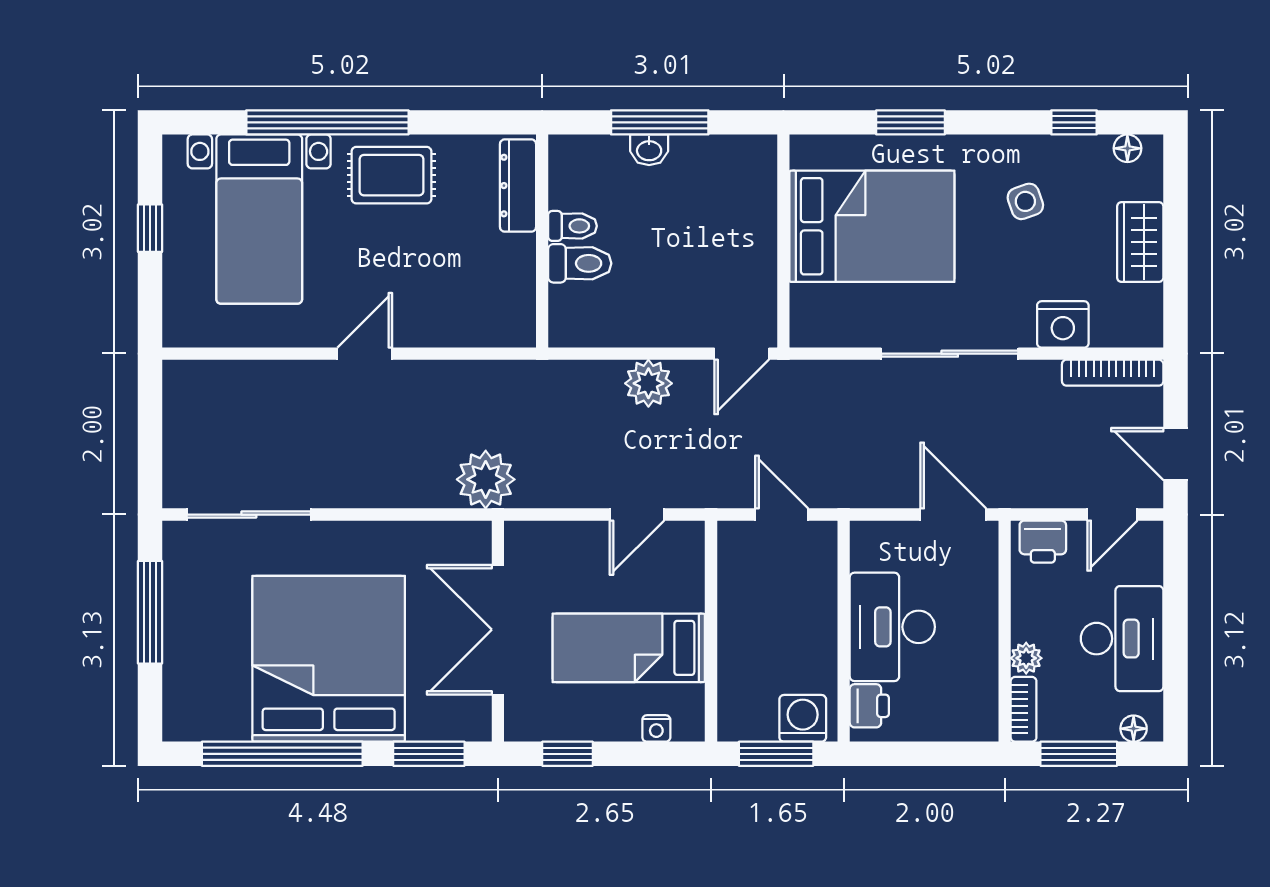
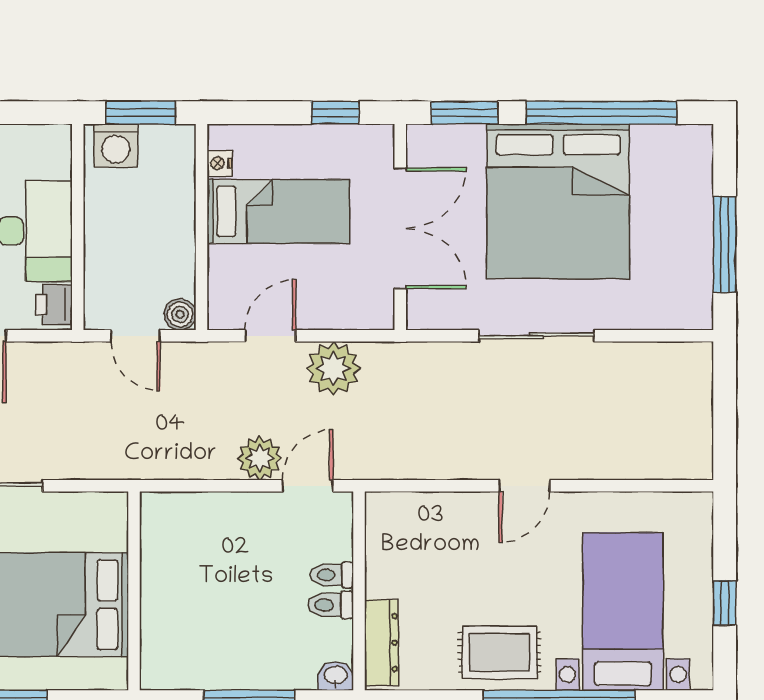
washbasin: (649, 150) -> (336, 676), moved
toilet: (580, 263) -> (332, 575), width x0.73, depth x0.72
door: (742, 354) -> (308, 486), moved
plant: (486, 479) -> (333, 368), moved
sliding door: (249, 515) -> (537, 336), moved
boiler: (734, 537) -> (180, 314), added
printer: (869, 706) -> (54, 305), moved
nightstand: (656, 728) -> (219, 163), moved, turned -90

